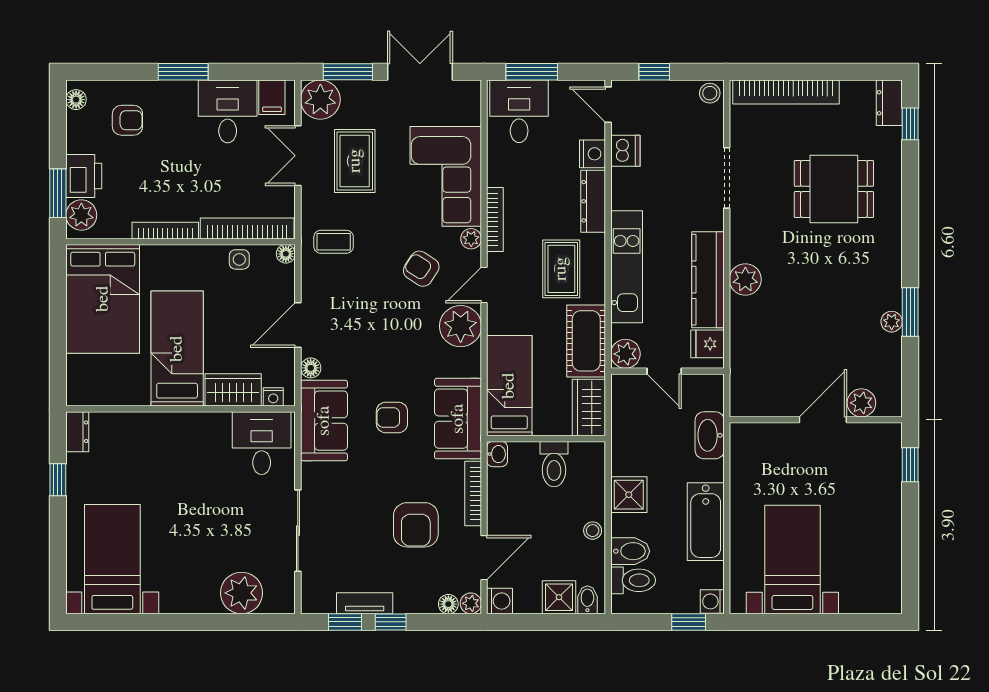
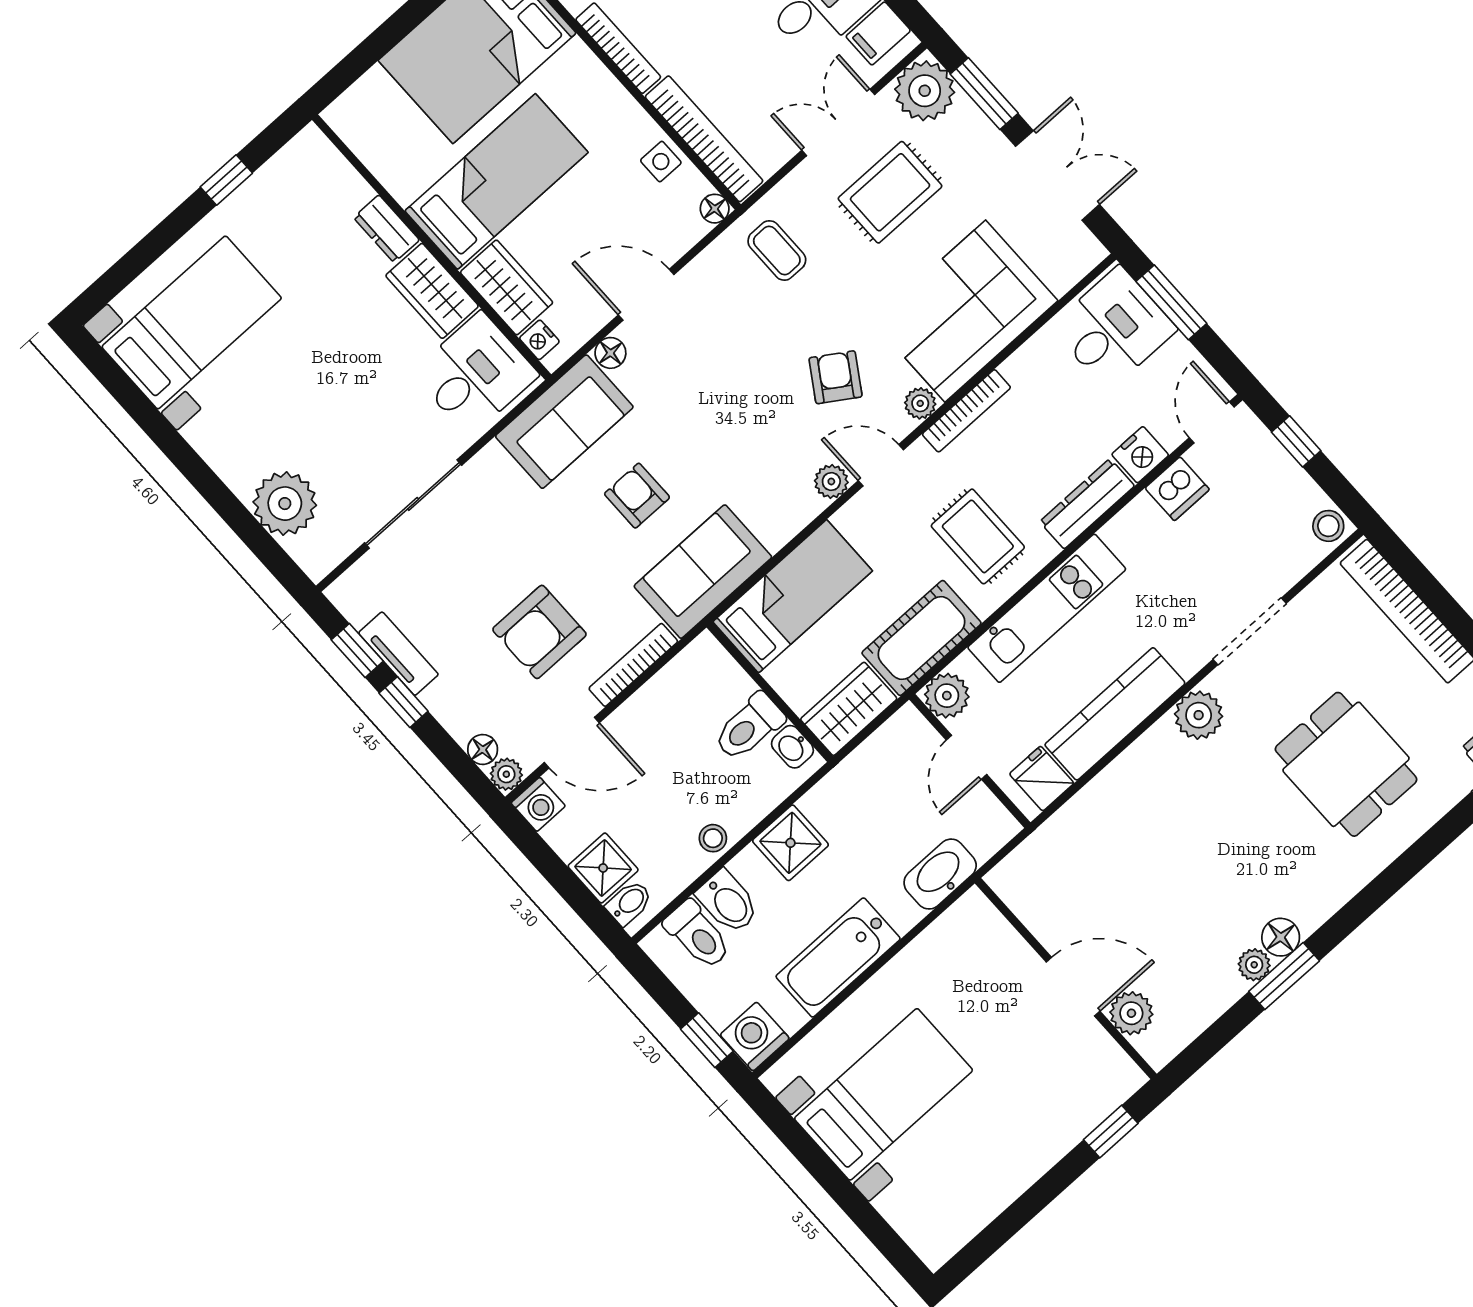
rug: (561, 269) -> (978, 536), turned 90
plant: (745, 279) -> (1199, 715), moved
floor lamp: (890, 297) -> (1281, 937), added
plant: (461, 326) -> (831, 481), width x0.53, depth x0.53
wardrobe: (202, 428) -> (432, 291), added
dresser: (77, 432) -> (386, 229), moved, turned 90
washbasin: (497, 454) -> (792, 747), moved, turned 90
washing machine: (712, 601) -> (755, 1037), width x1.38, depth x1.38

